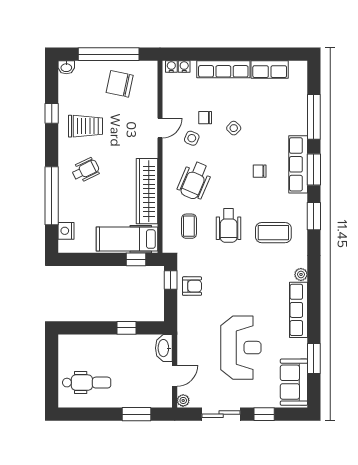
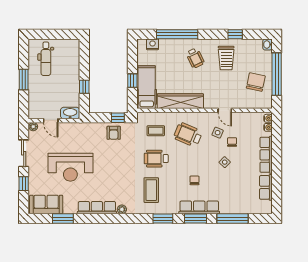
window: (136, 259) -> (132, 81), moved
window: (137, 414) -> (24, 80), moved

